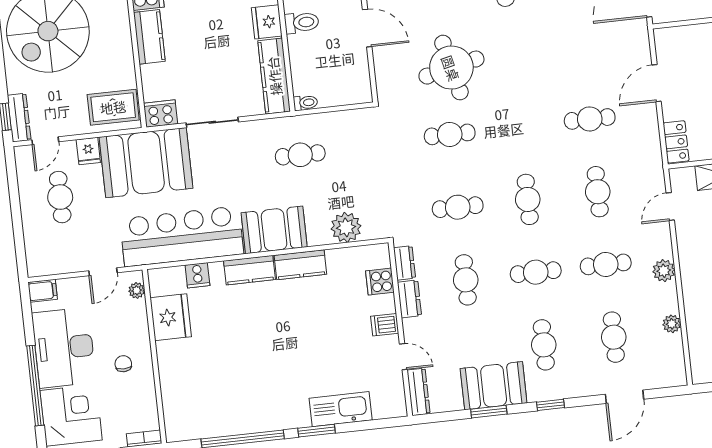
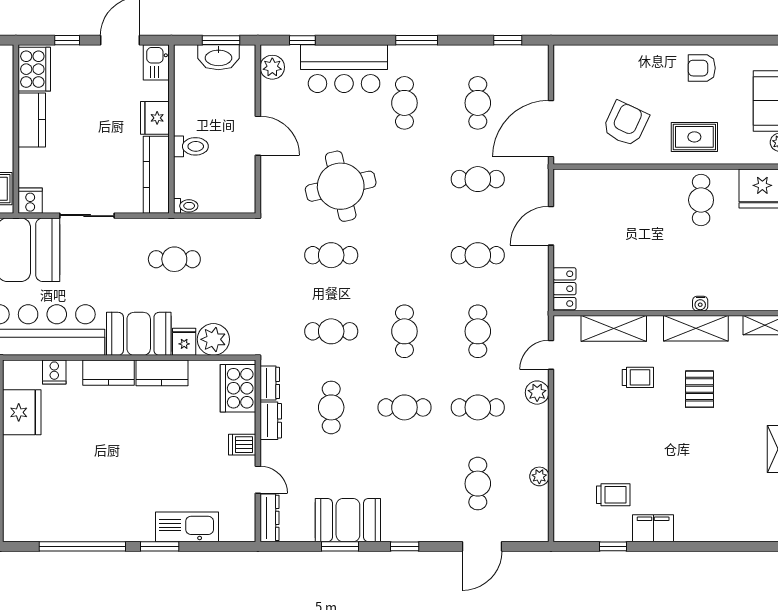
toilet: (302, 23) -> (191, 146), moved
cooker: (161, 114) -> (30, 201), width x0.73
fridge: (318, 233) -> (184, 342), added
plant: (664, 271) -> (537, 393), moved
cooker: (380, 282) -> (238, 388), width x1.87, depth x1.31
cafe table: (544, 345) -> (478, 179), moved, turned 90

